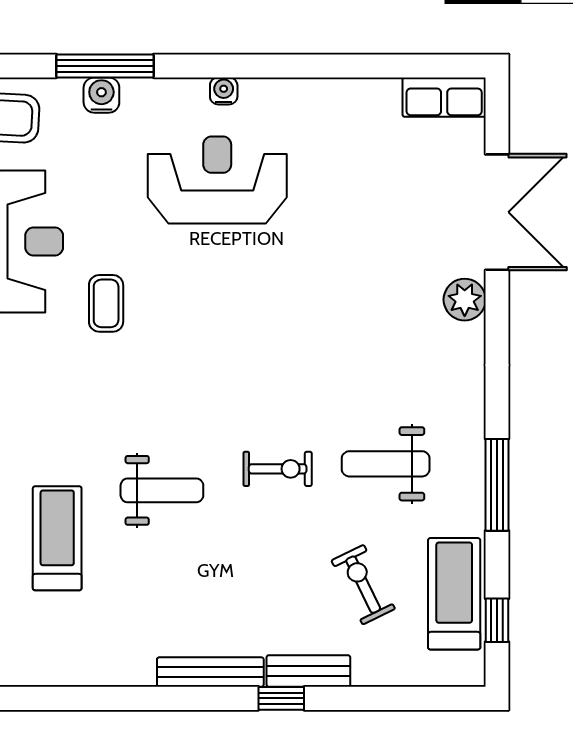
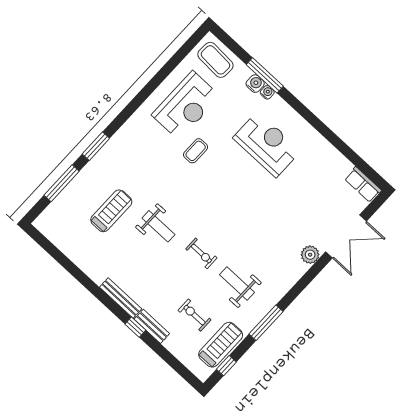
water cooler: (224, 91) -> (267, 92), moved
exercise bike: (363, 585) -> (195, 315), turned -64

